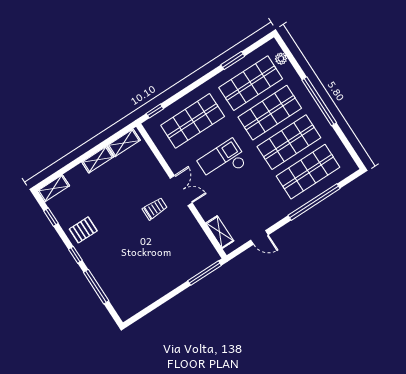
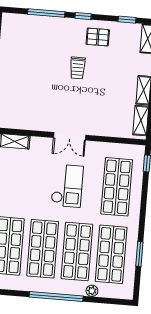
plant: (281, 59) -> (92, 291), moved
trolley: (155, 209) -> (78, 68), moved
pallet: (83, 230) -> (98, 37), turned 90

